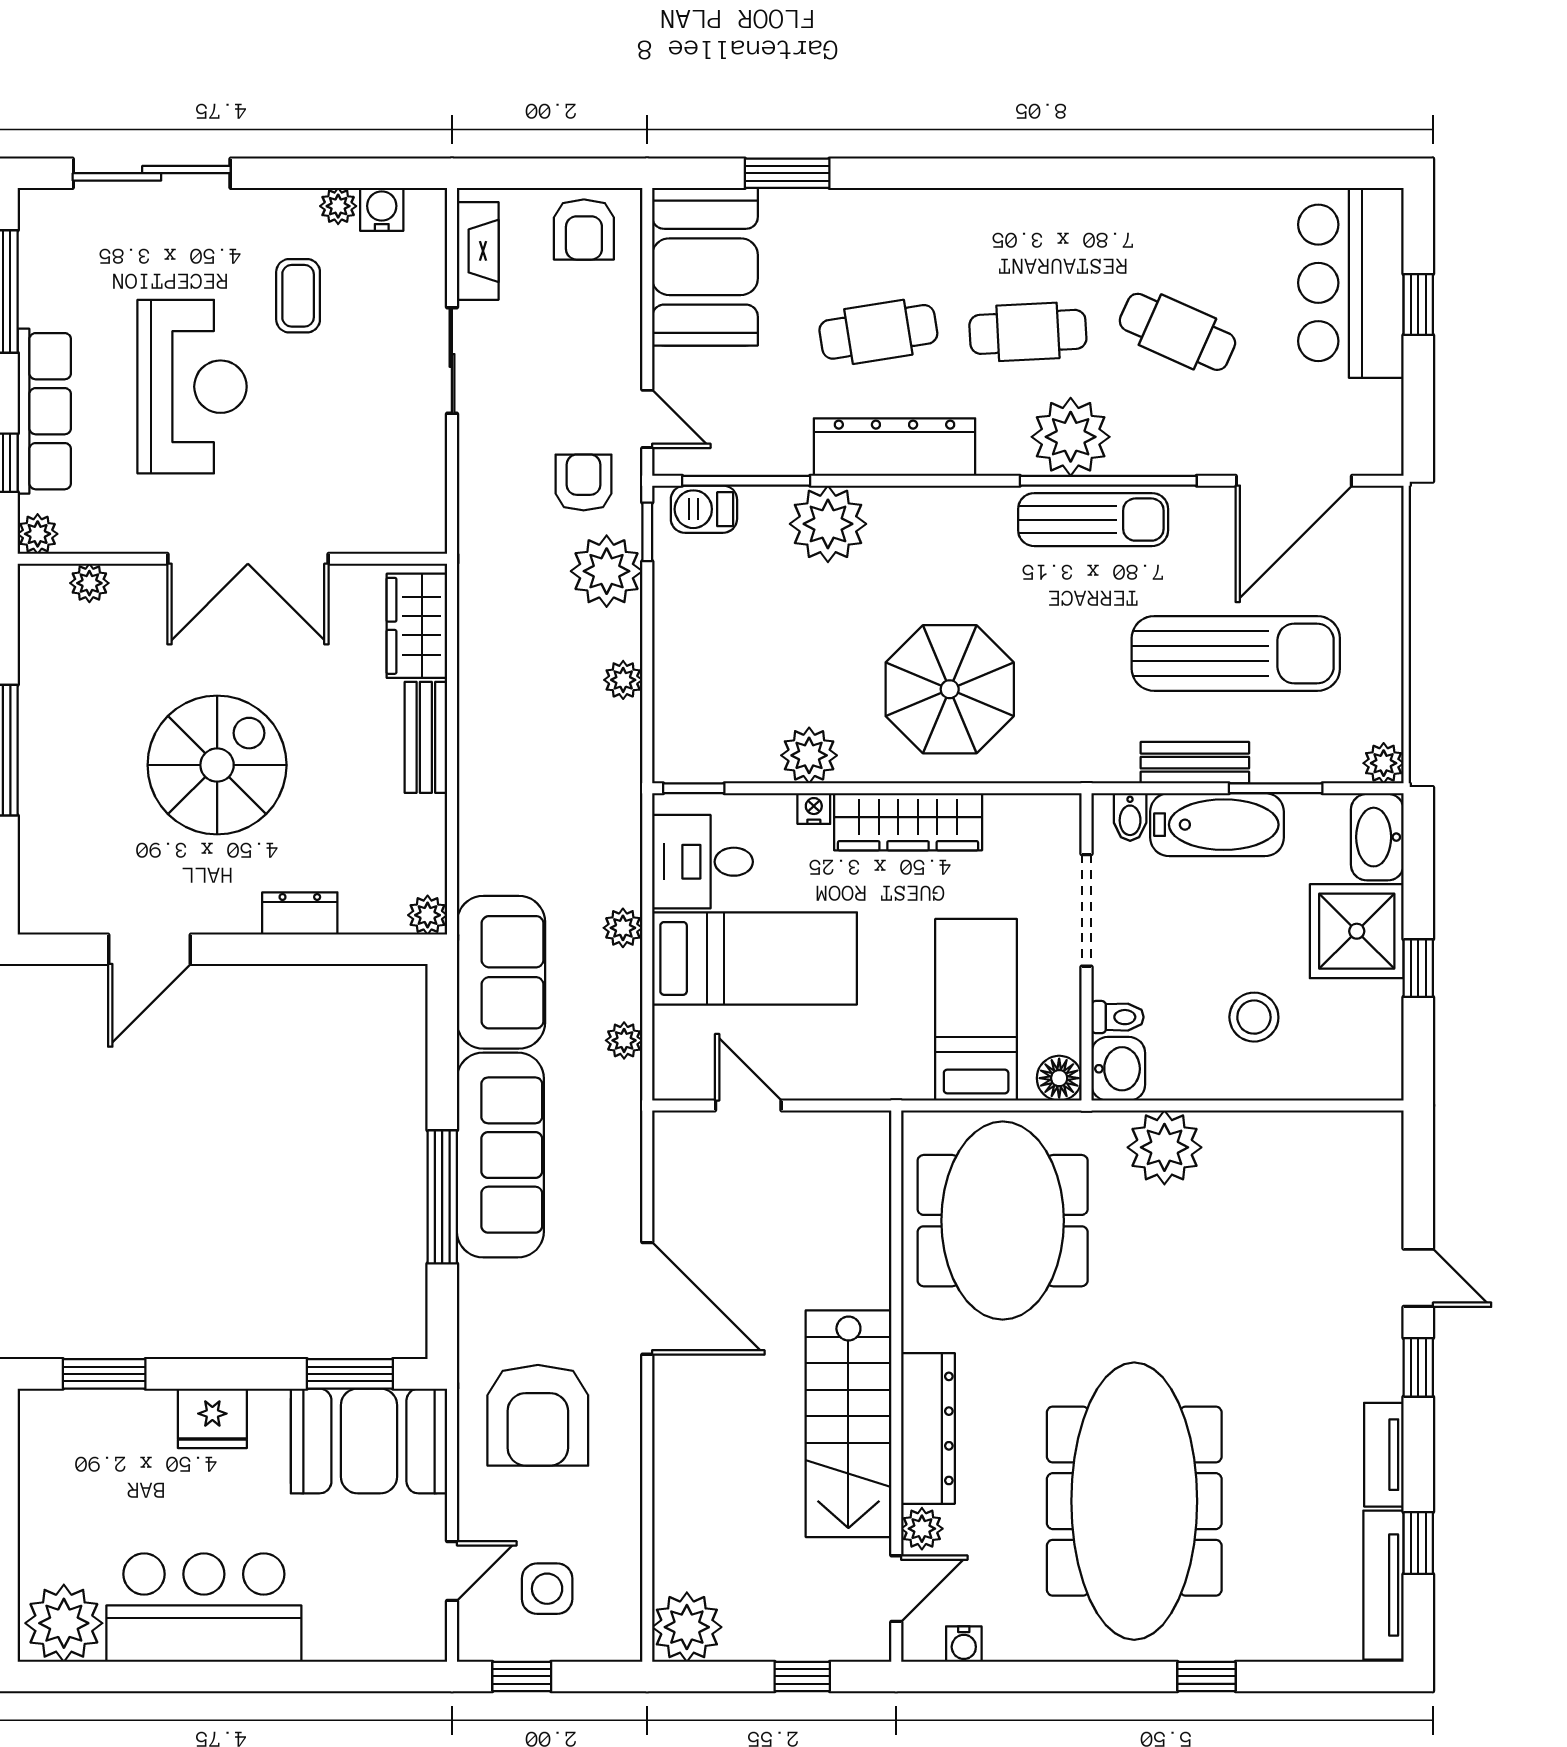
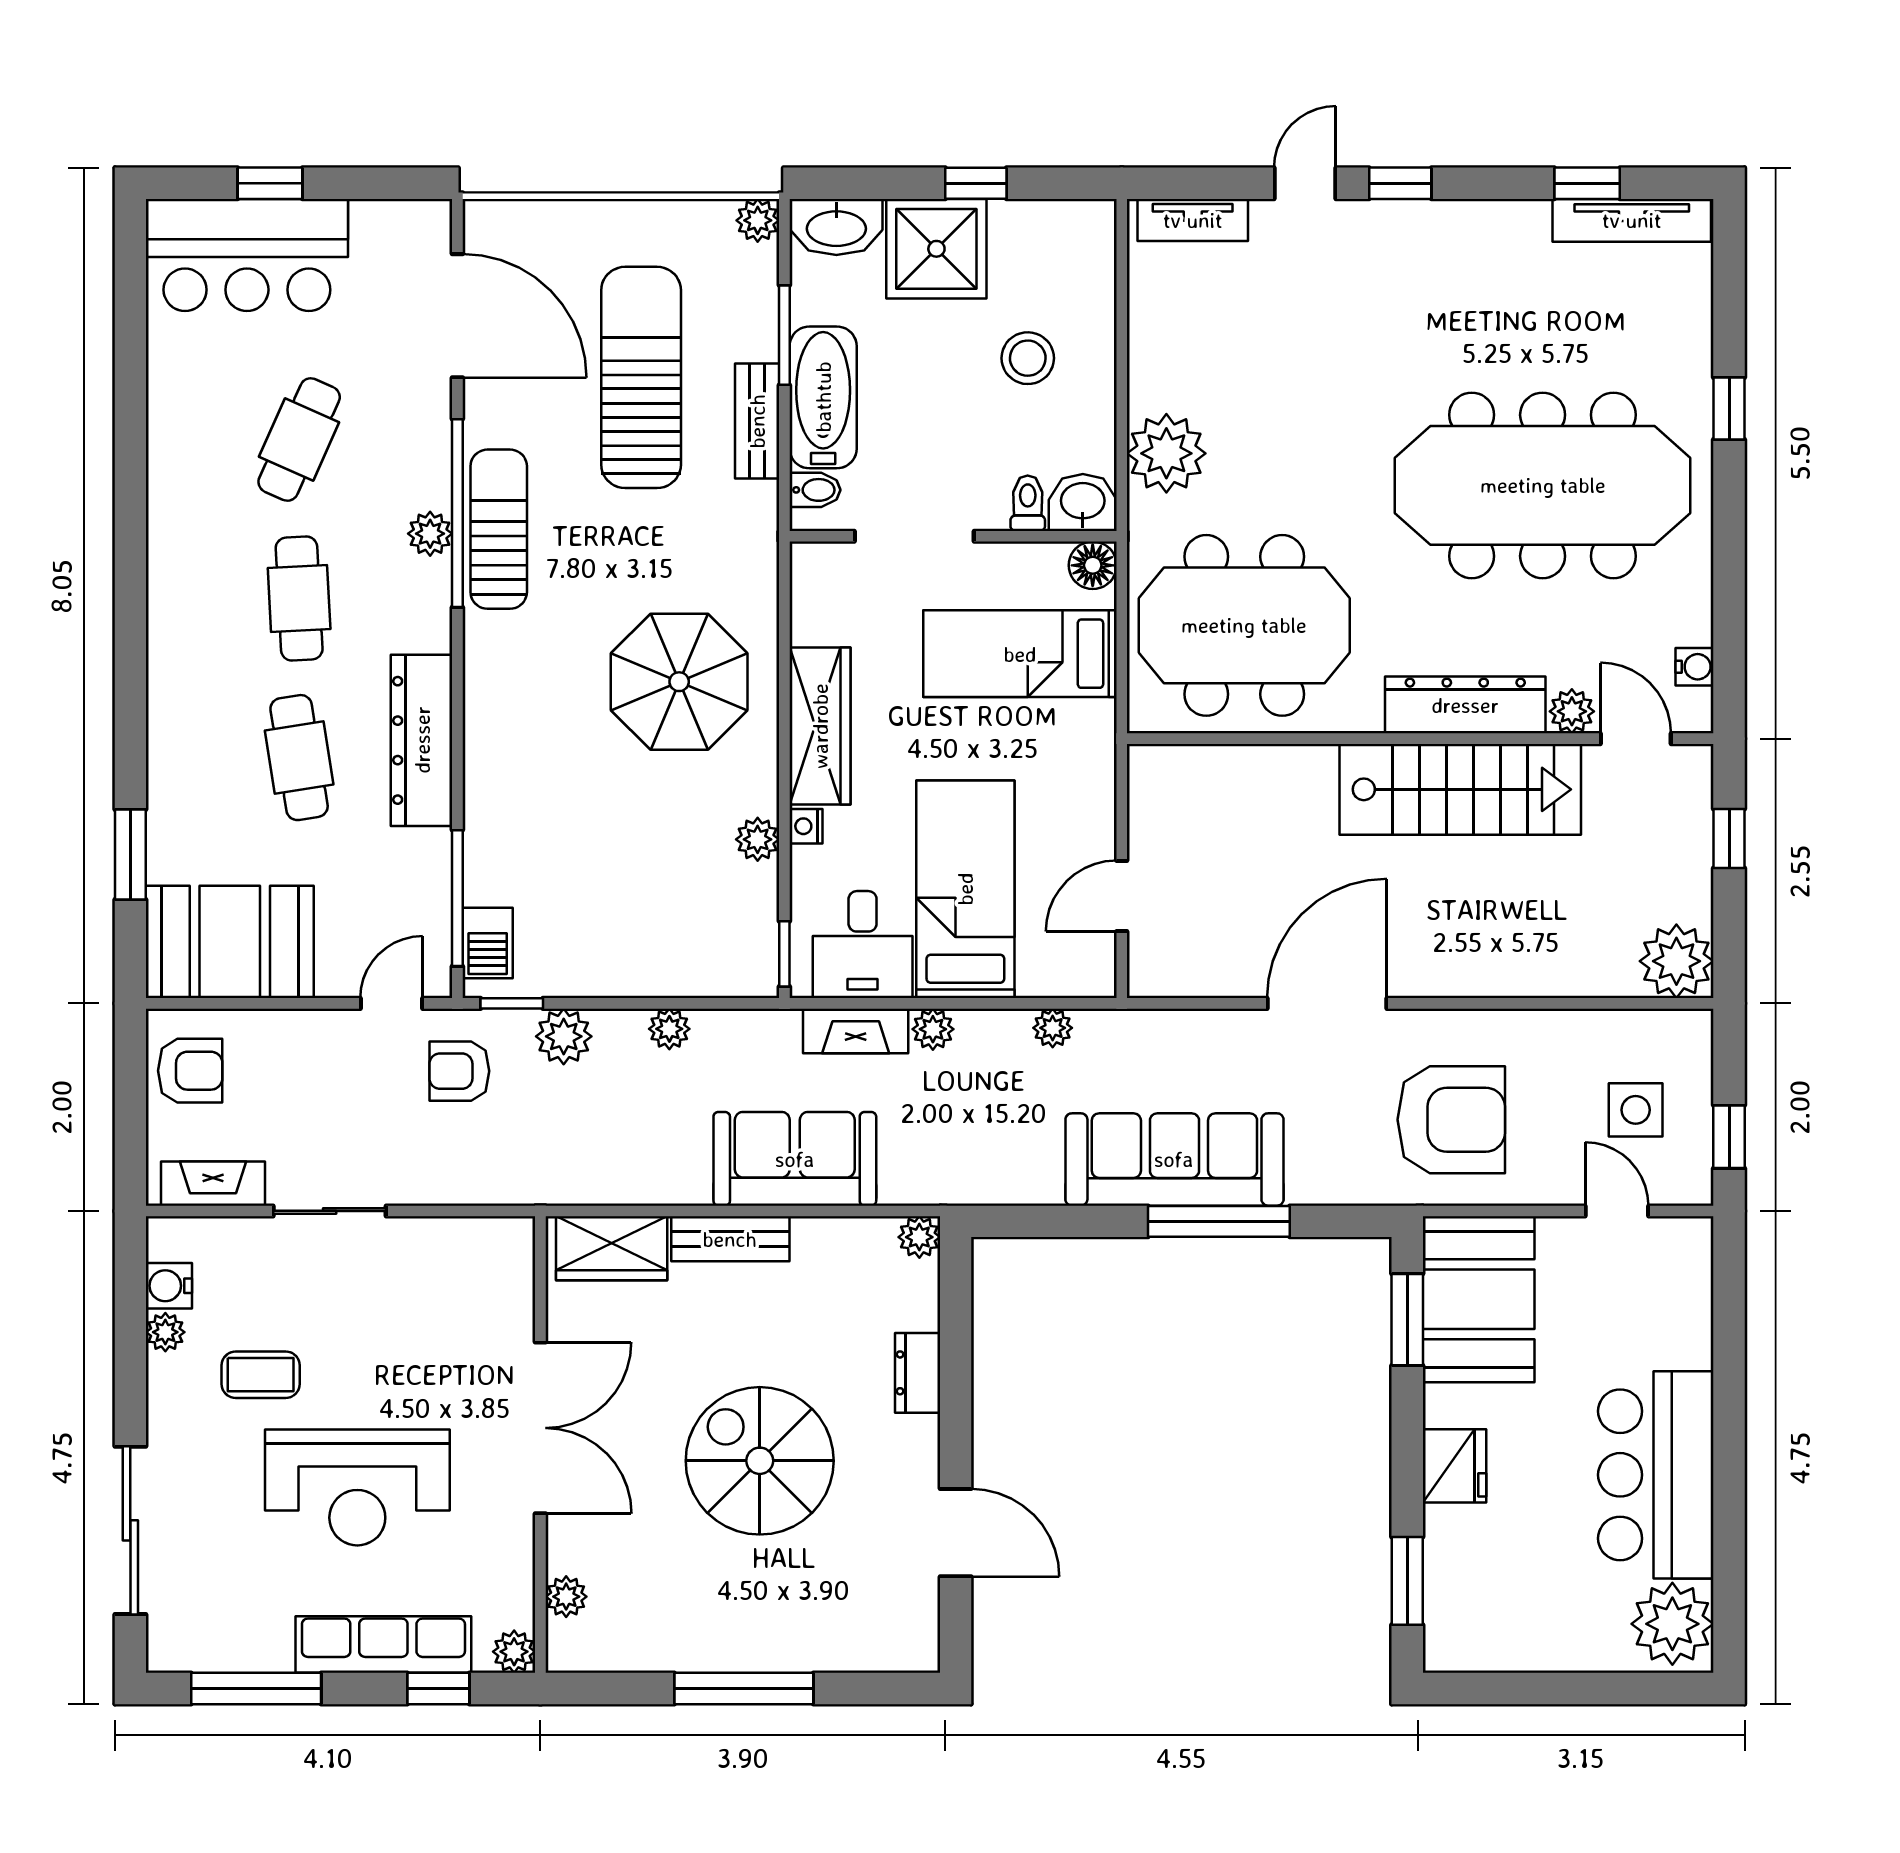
reception desk: (192, 387) -> (357, 1487), turned 180
plant: (1071, 437) -> (430, 534), width x0.53, depth x0.53
plant: (828, 524) -> (503, 811), removed
plant: (607, 571) -> (564, 1036), width x0.73, depth x0.73
plant: (809, 755) -> (758, 839), width x0.73, depth x0.73
fireplace: (621, 855) -> (856, 1031), added
sofa: (501, 972) -> (795, 1159), moved
tv unit: (1384, 1455) -> (1193, 220), moved

